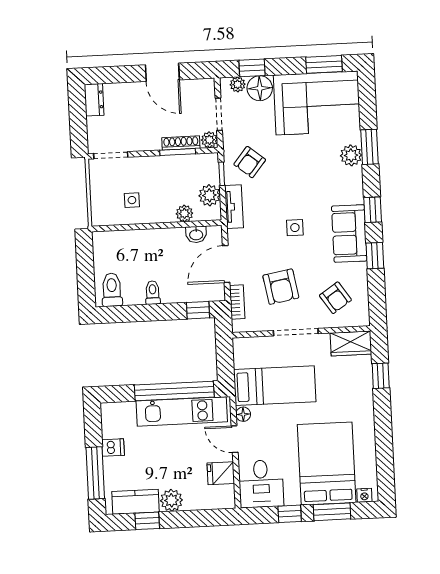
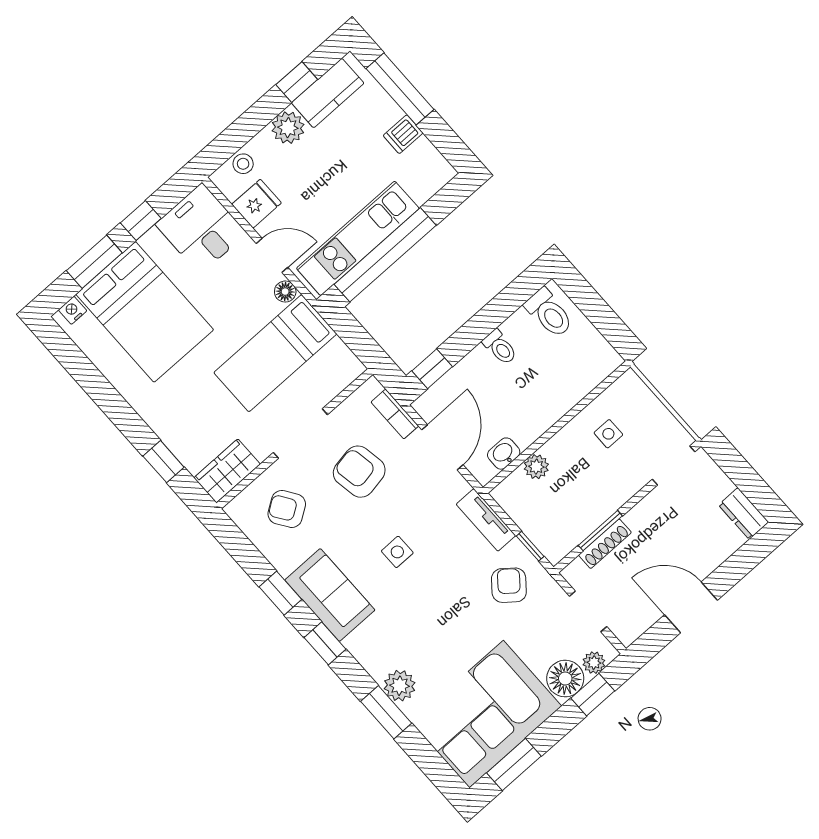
plant: (209, 140) -> (575, 574), removed
plant: (209, 195) -> (524, 510), removed
stool: (211, 500) -> (243, 164), added

